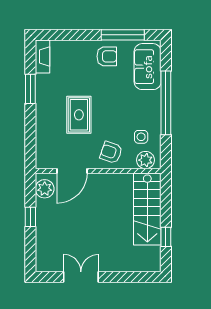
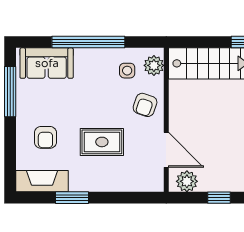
fireplace: (42, 56) -> (42, 181), width x1.37, depth x1.32
armchair: (107, 56) -> (45, 137), moved, turned 180

